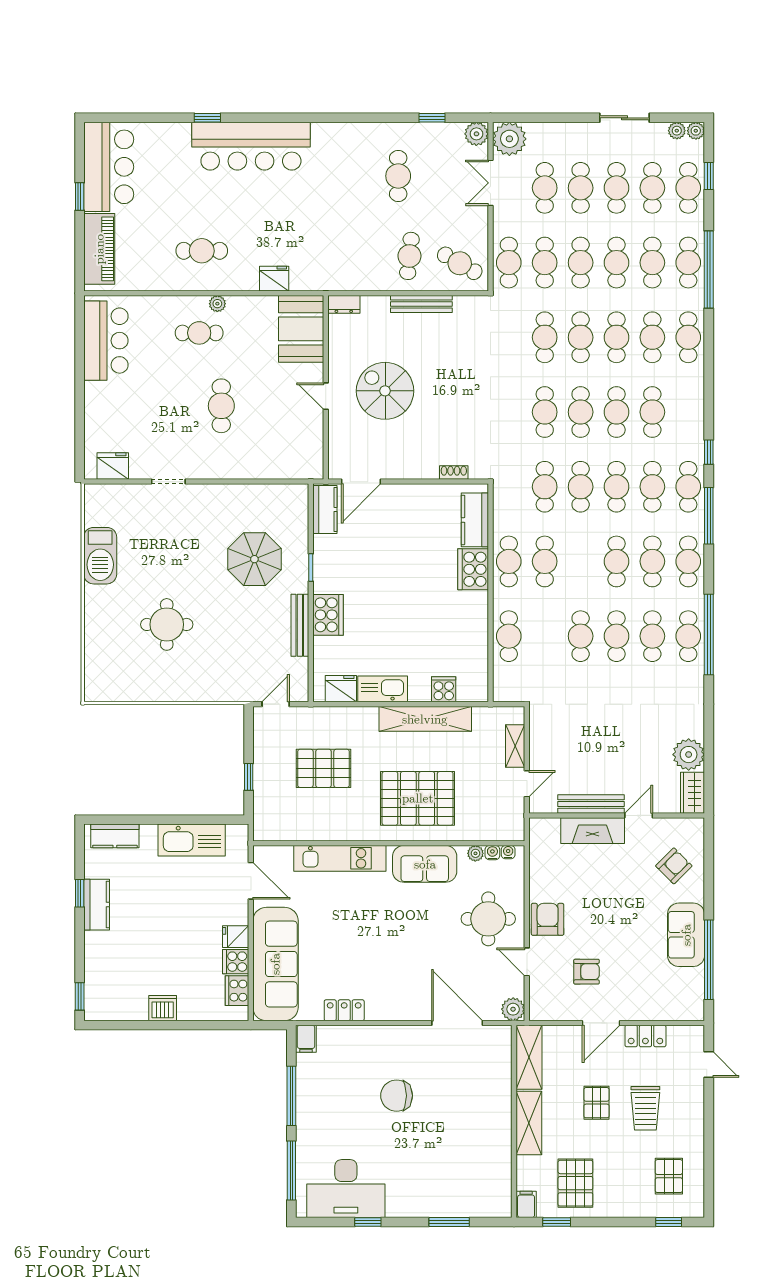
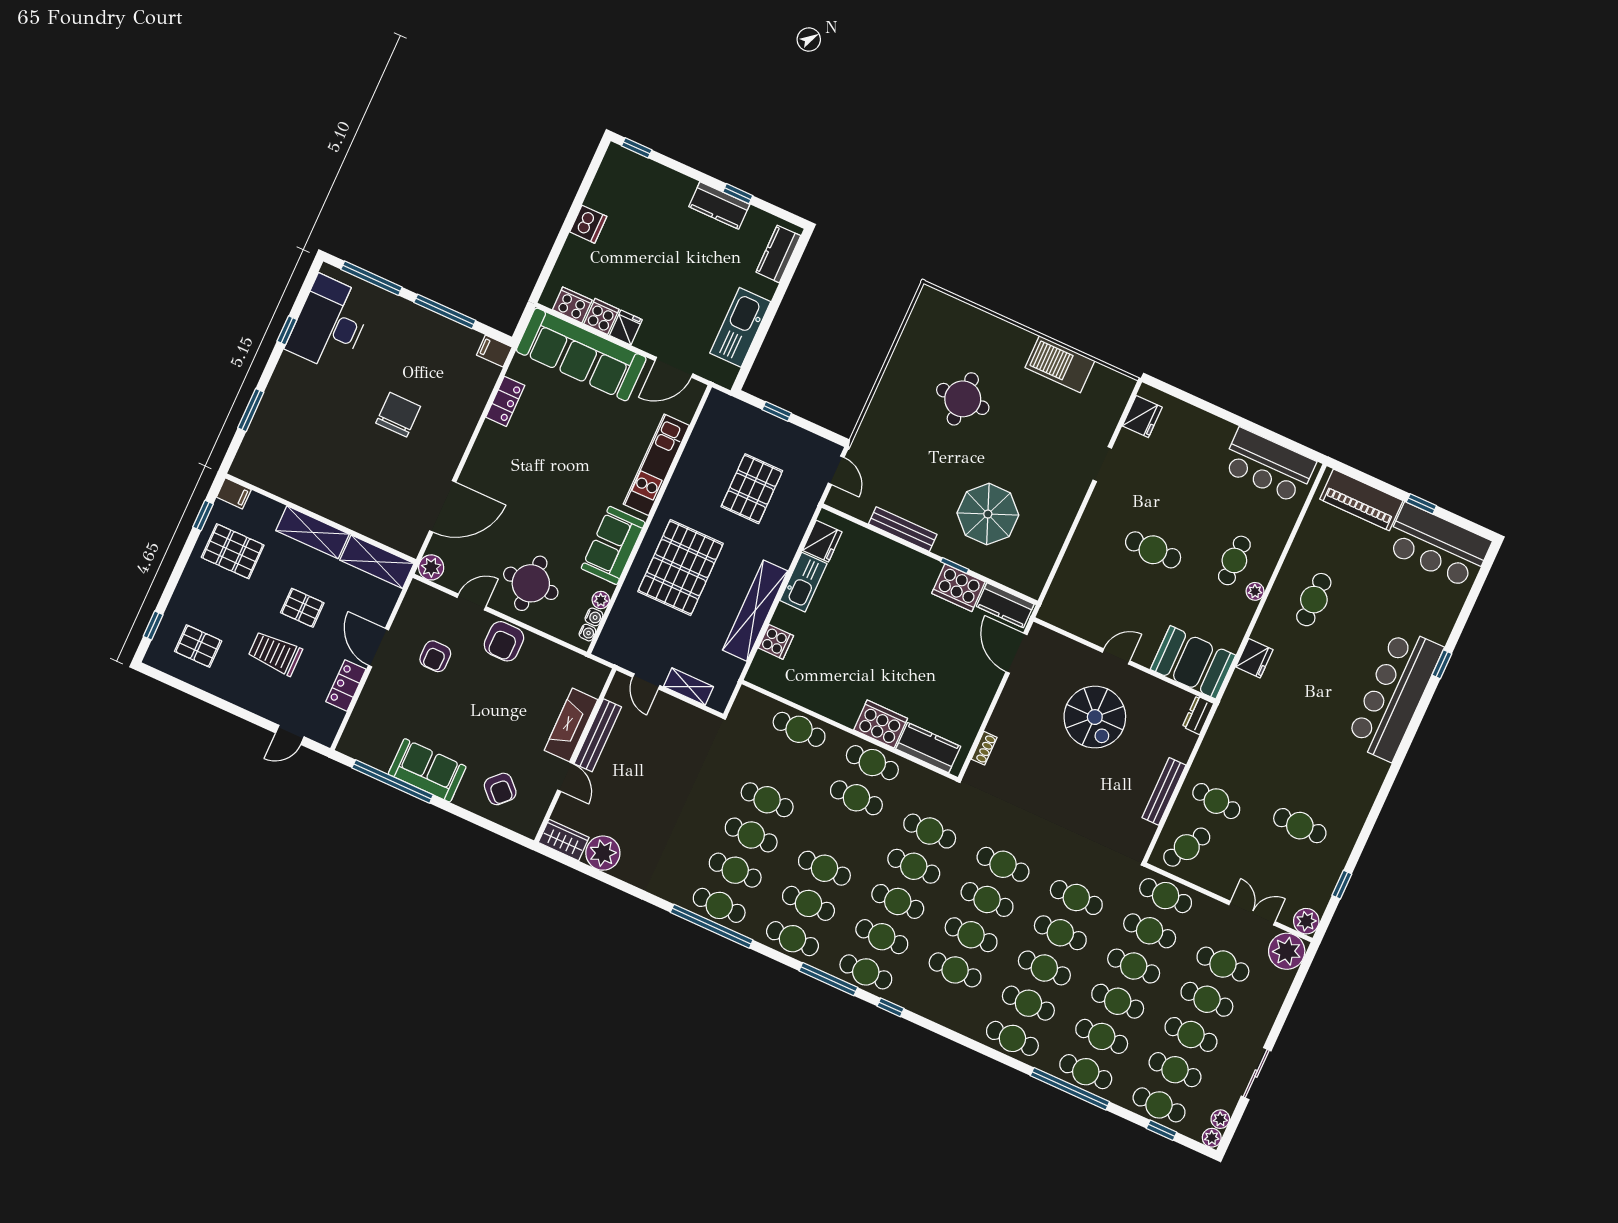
spiral stairs: (385, 391) -> (1095, 717), turned 90
cooker: (328, 615) -> (958, 588), moved
armchair: (548, 919) -> (504, 641), turned 90

